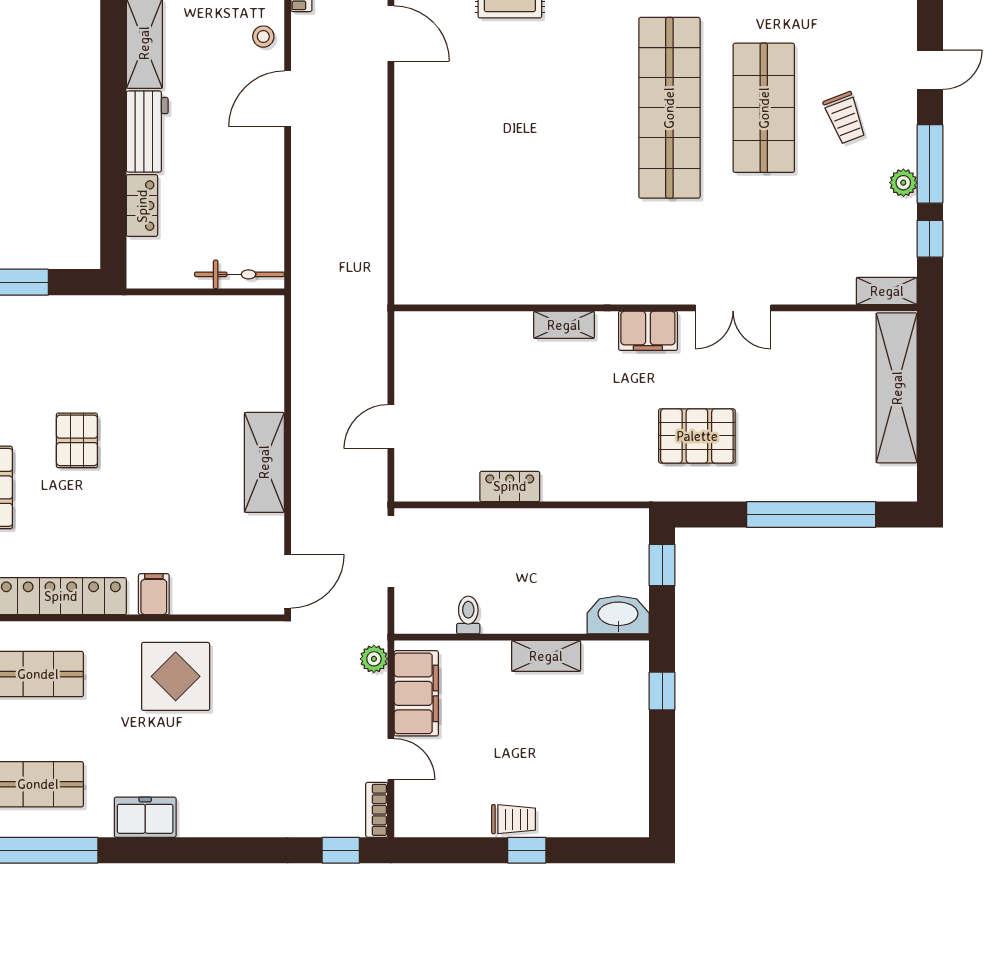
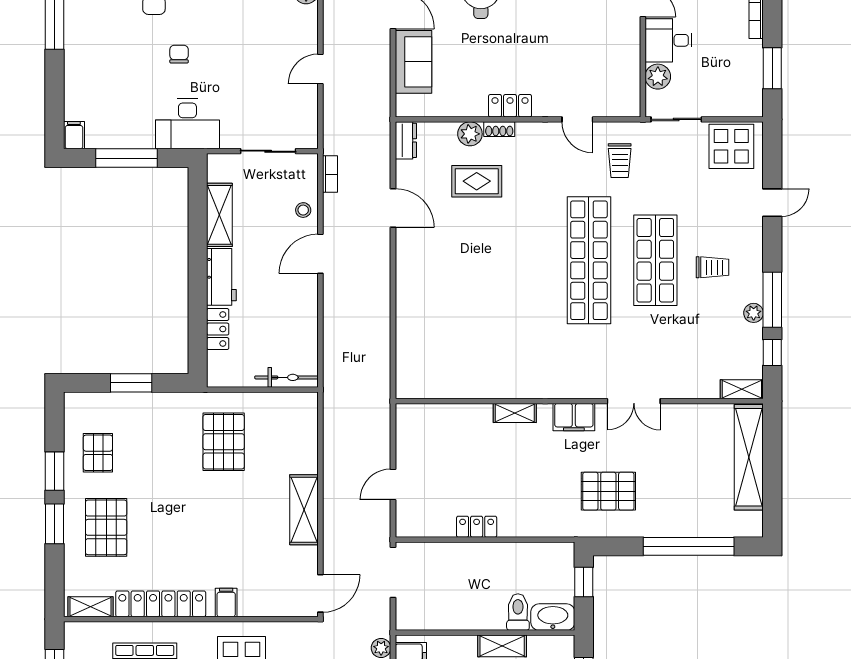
door: (930, 70) -> (772, 203), moved
trolley: (845, 118) -> (712, 267), turned -69
pallet: (77, 440) -> (224, 442), moved, width x1.50, depth x1.42
toilet: (468, 615) -> (518, 612), moved, width x1.37, depth x1.39

